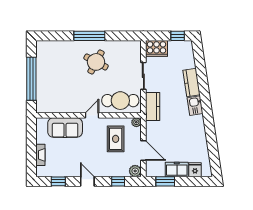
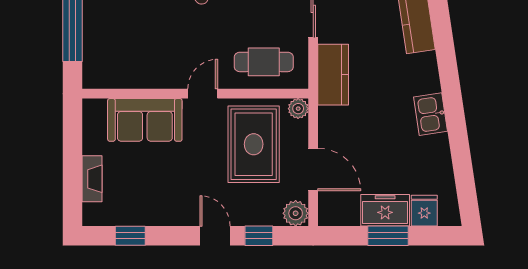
cafe table: (120, 101) -> (264, 62), width x0.73, depth x0.74
kitchen sink: (195, 106) -> (431, 114), moved
rug: (116, 139) -> (254, 144), width x1.36, depth x1.43
door: (87, 181) -> (215, 236), moved
window: (165, 181) -> (388, 236), moved

